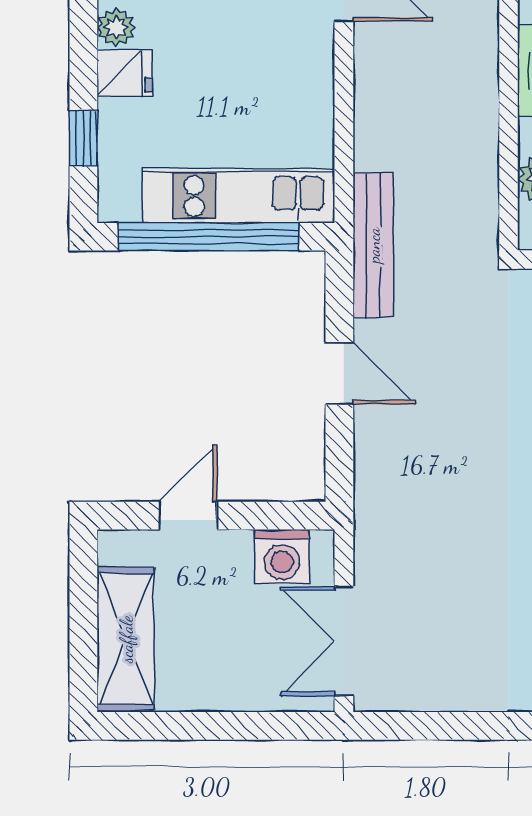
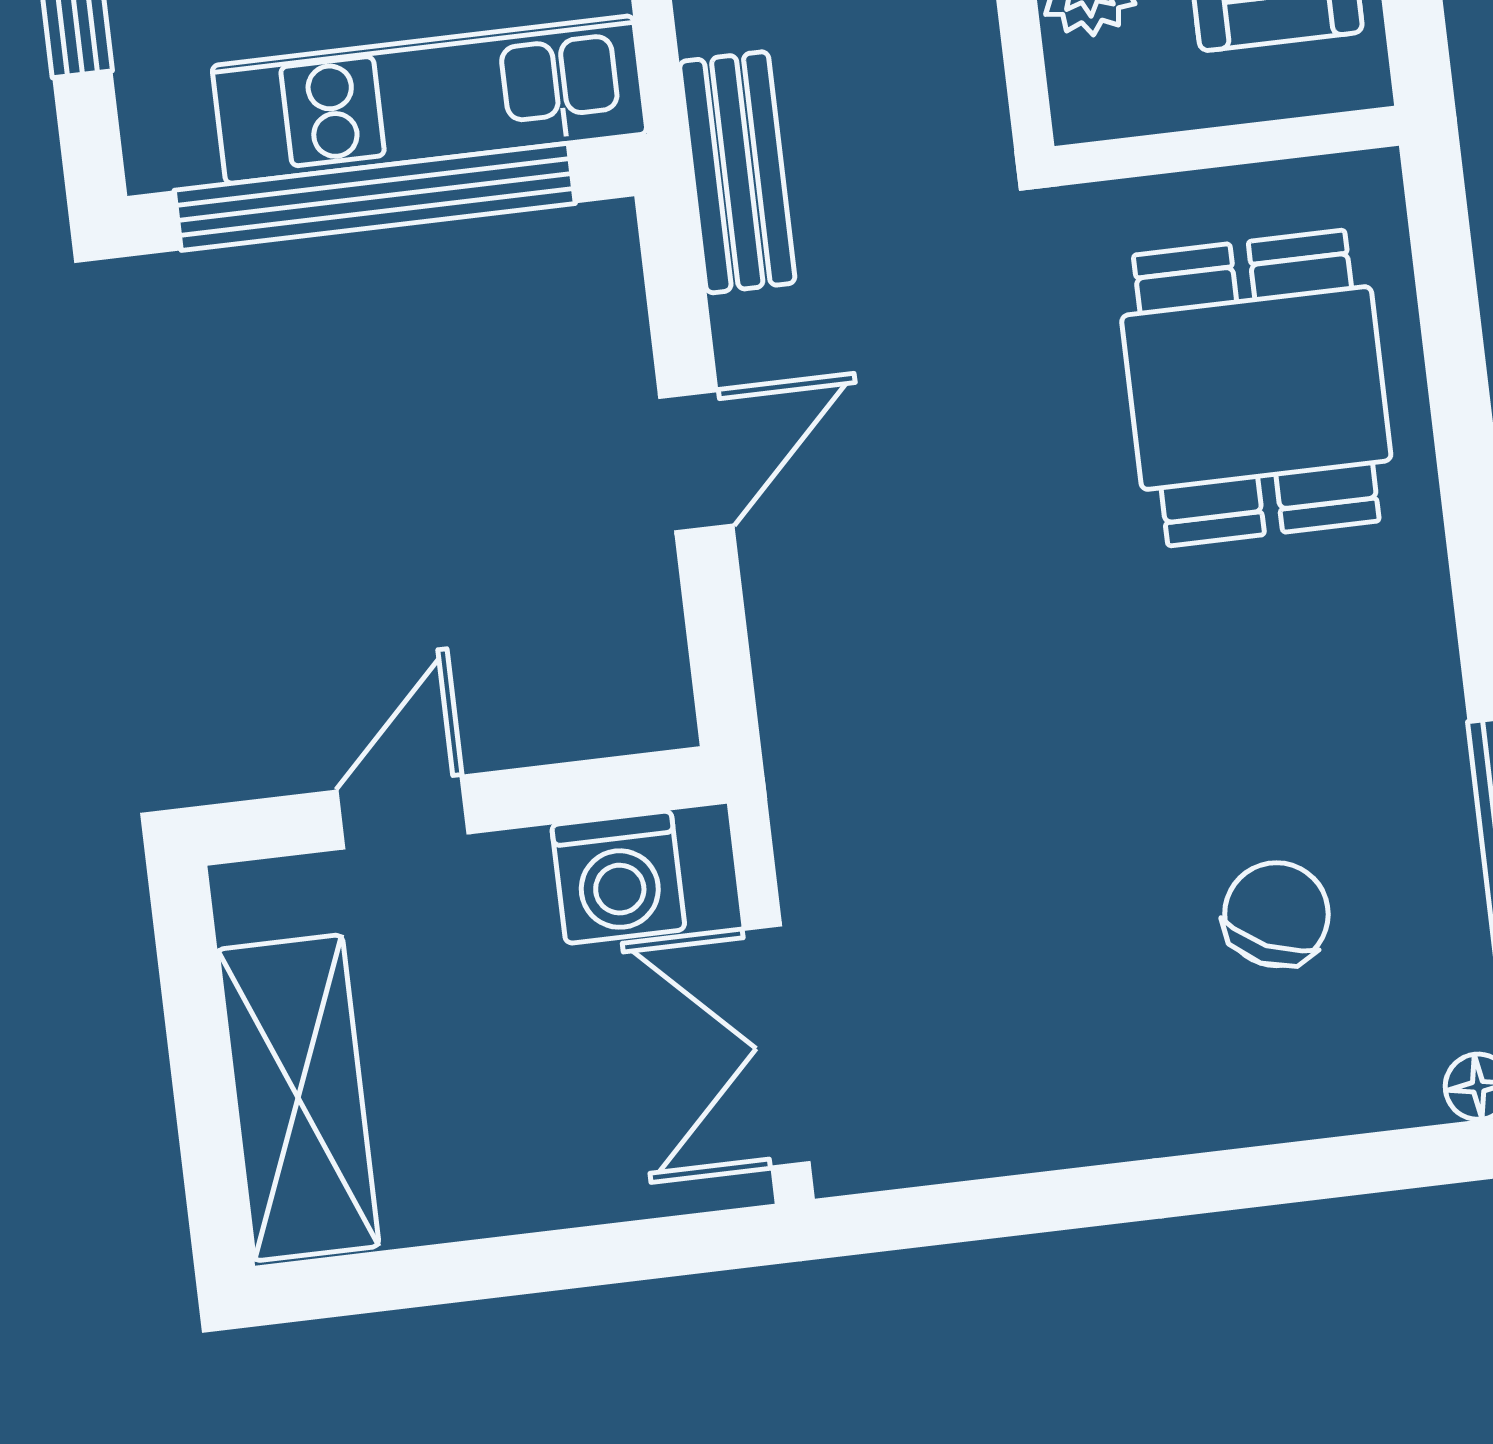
bench: (373, 245) -> (737, 172), width x0.73
door: (339, 373) -> (696, 461), hinge flipped

